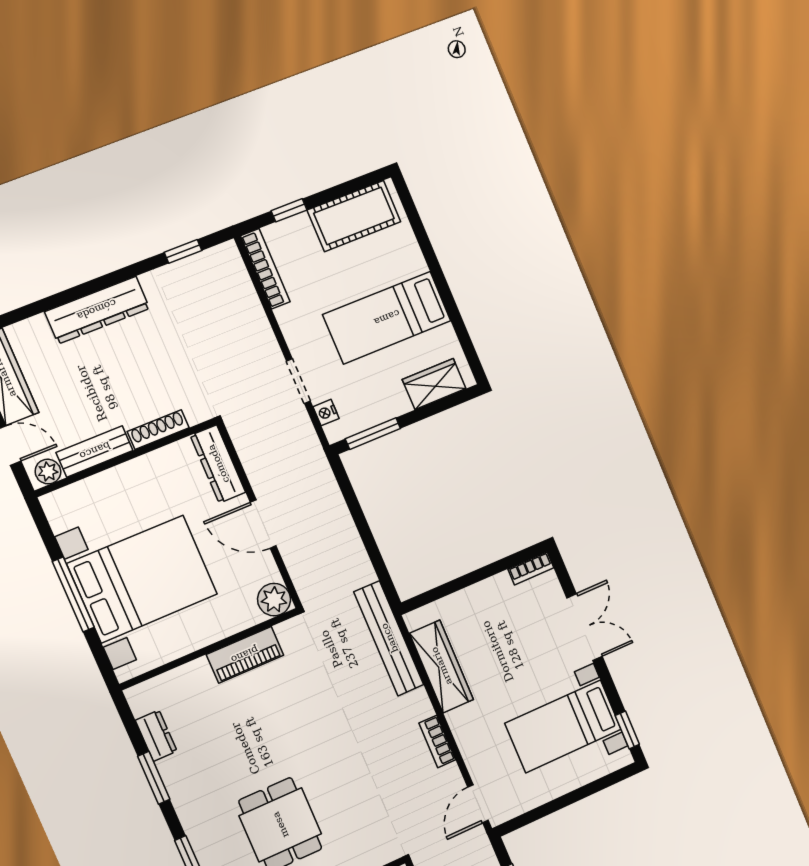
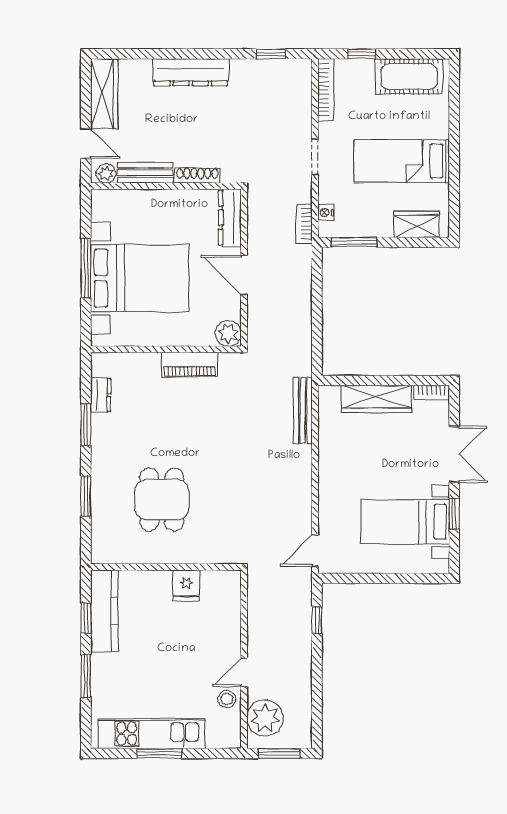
doorway: (298, 381) -> (315, 157), moved
bench: (389, 638) -> (303, 411), width x0.73, depth x0.82
wardrobe: (441, 666) -> (377, 399), moved, turned 90
window: (627, 730) -> (454, 514), moved
bookcase: (437, 741) -> (304, 224), moved

